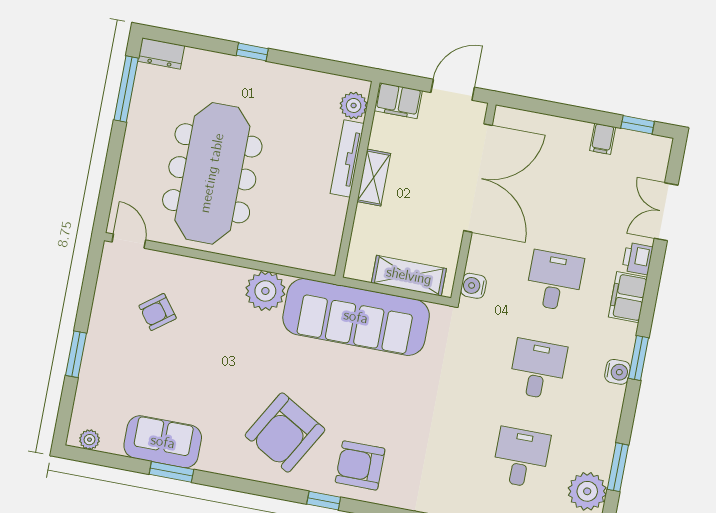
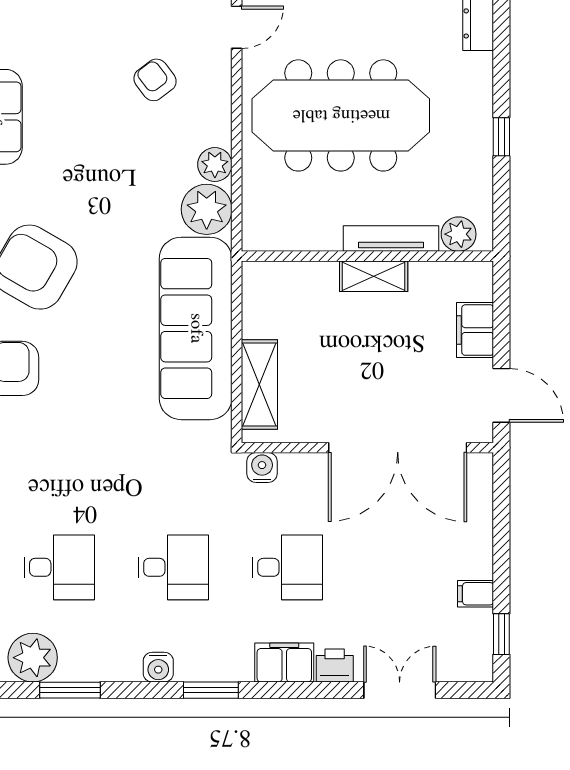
plant: (354, 105) -> (459, 234), moved
tv unit: (347, 158) -> (391, 238), moved
shelving: (374, 178) -> (374, 276), moved
wall: (357, 179) -> (367, 256), moved
plant: (232, 278) -> (215, 164), added
water cooler: (617, 372) -> (158, 667), moved

